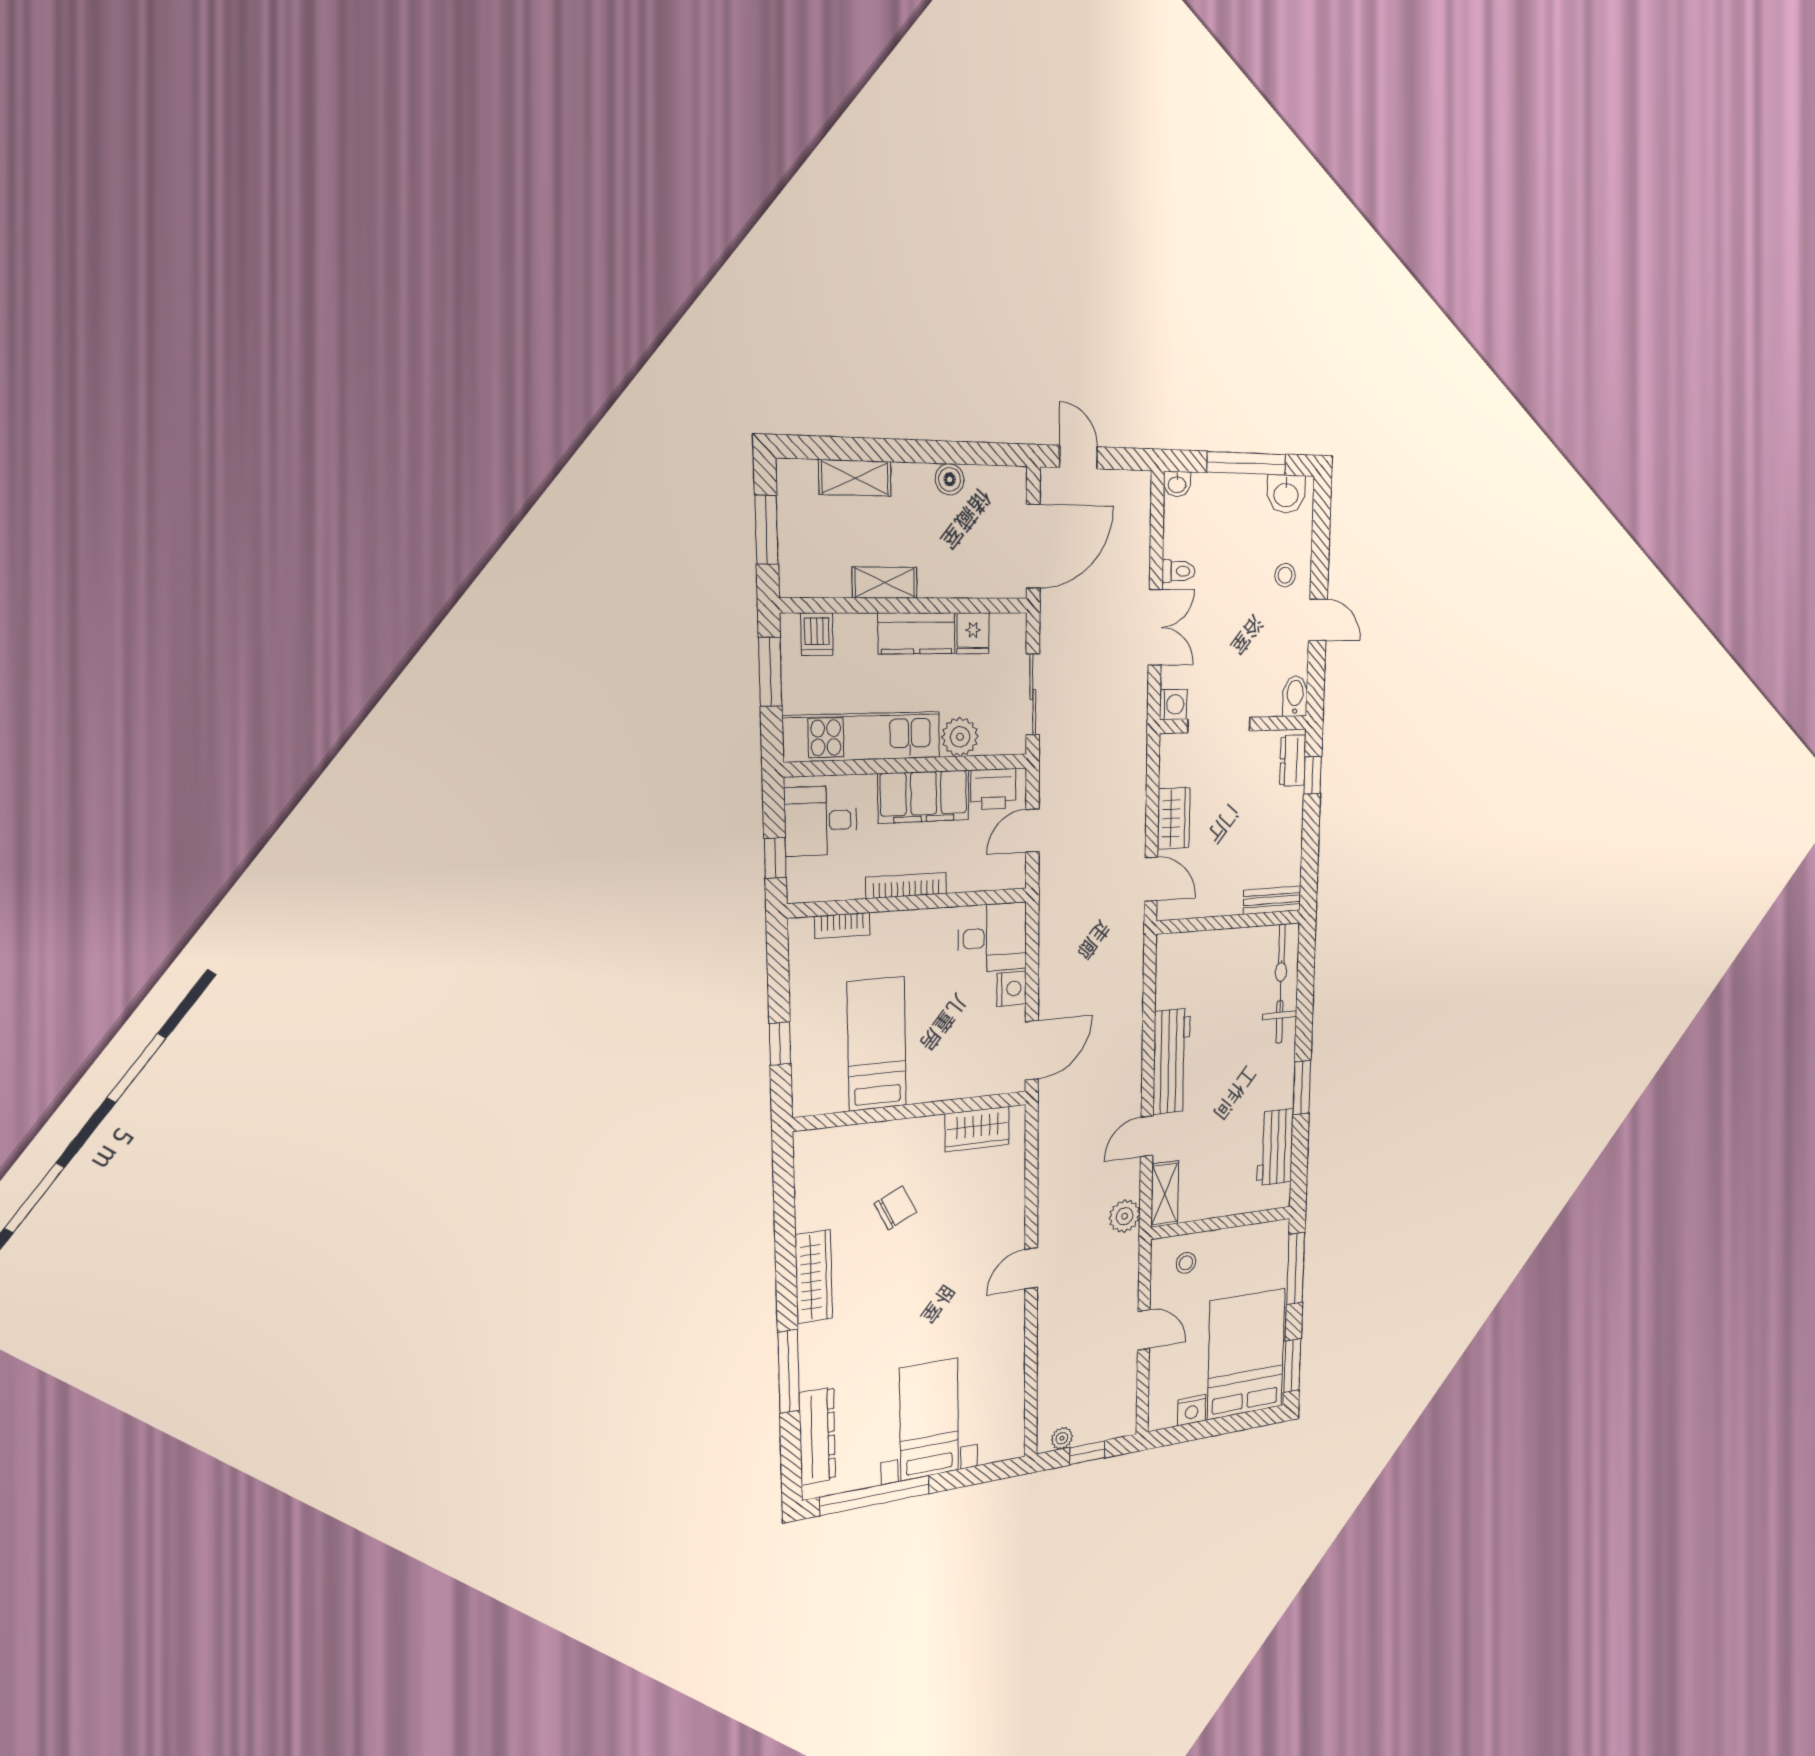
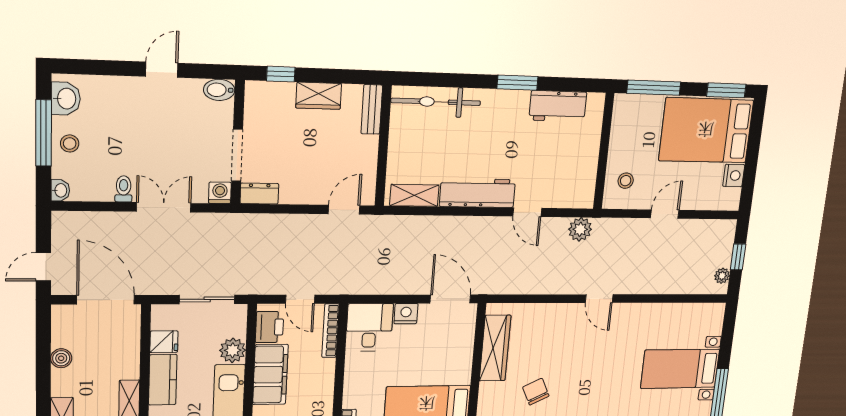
stool: (1285, 575) -> (70, 143), moved
dresser: (1293, 761) -> (259, 194), moved, turned 180
wardrobe: (1174, 818) -> (319, 96), moved, turned 180
bookcase: (906, 885) -> (330, 331), moved
wardrobe: (977, 1129) -> (495, 348), width x1.50
shelving: (1165, 1194) -> (414, 195), moved

